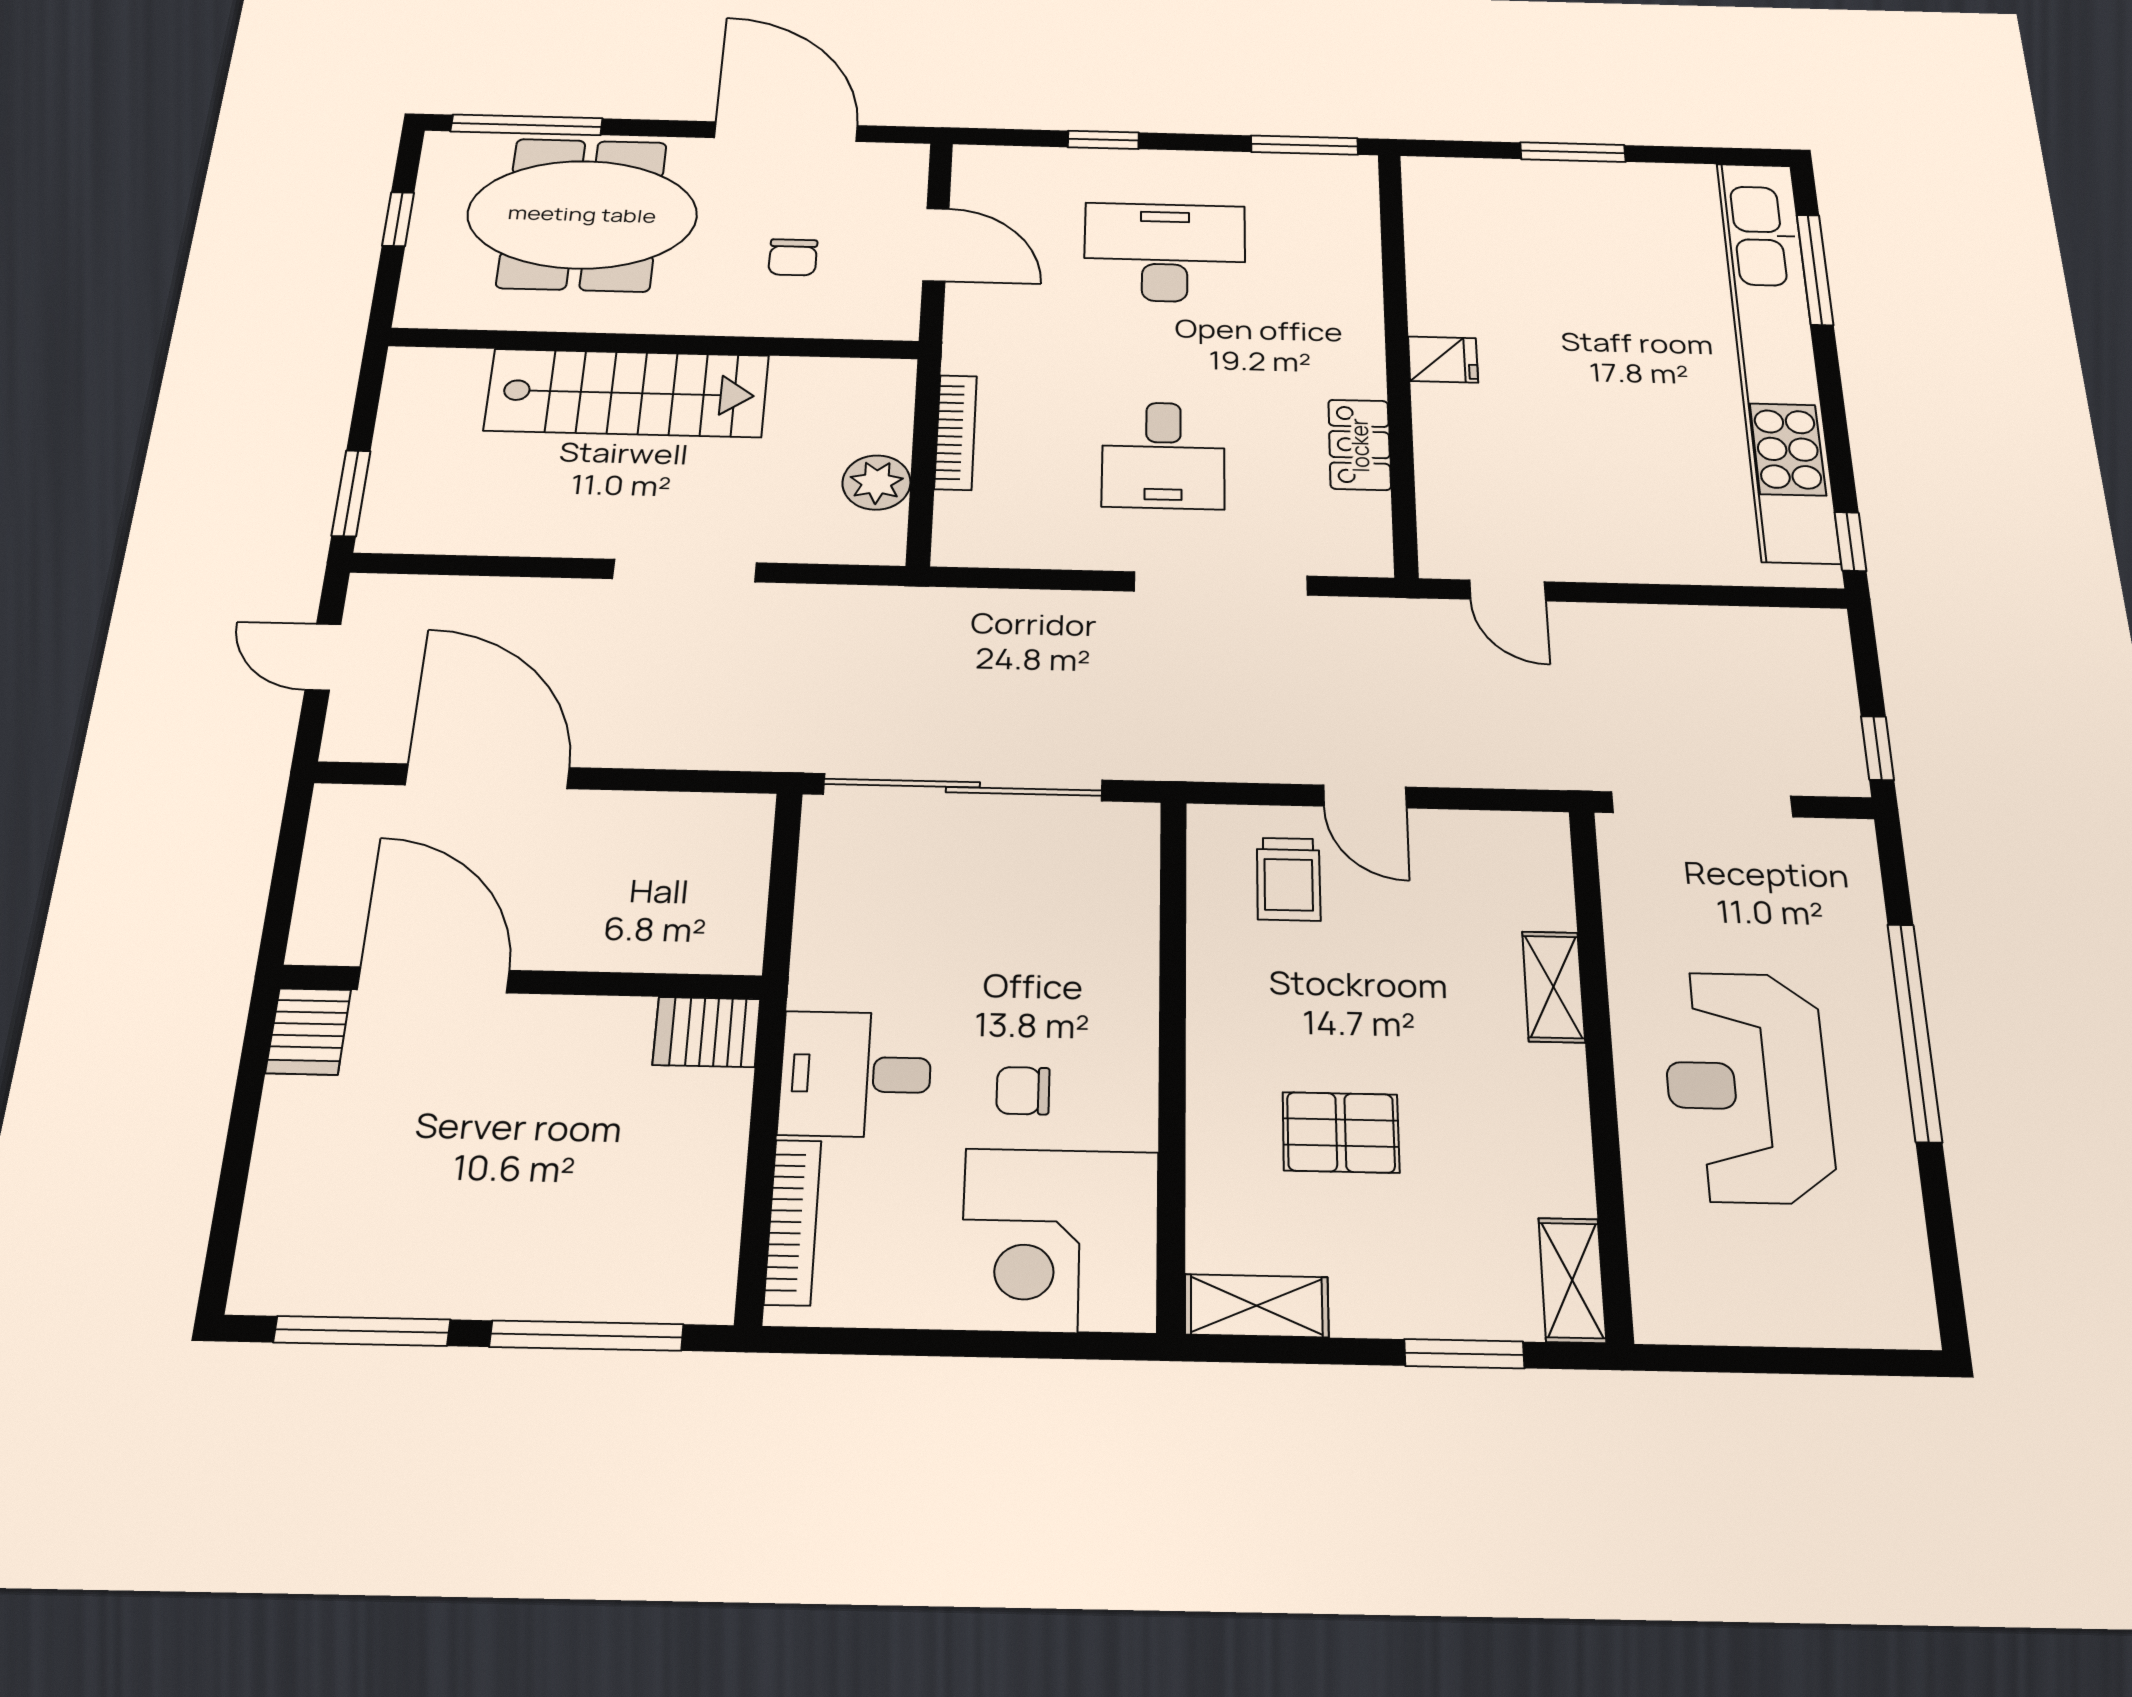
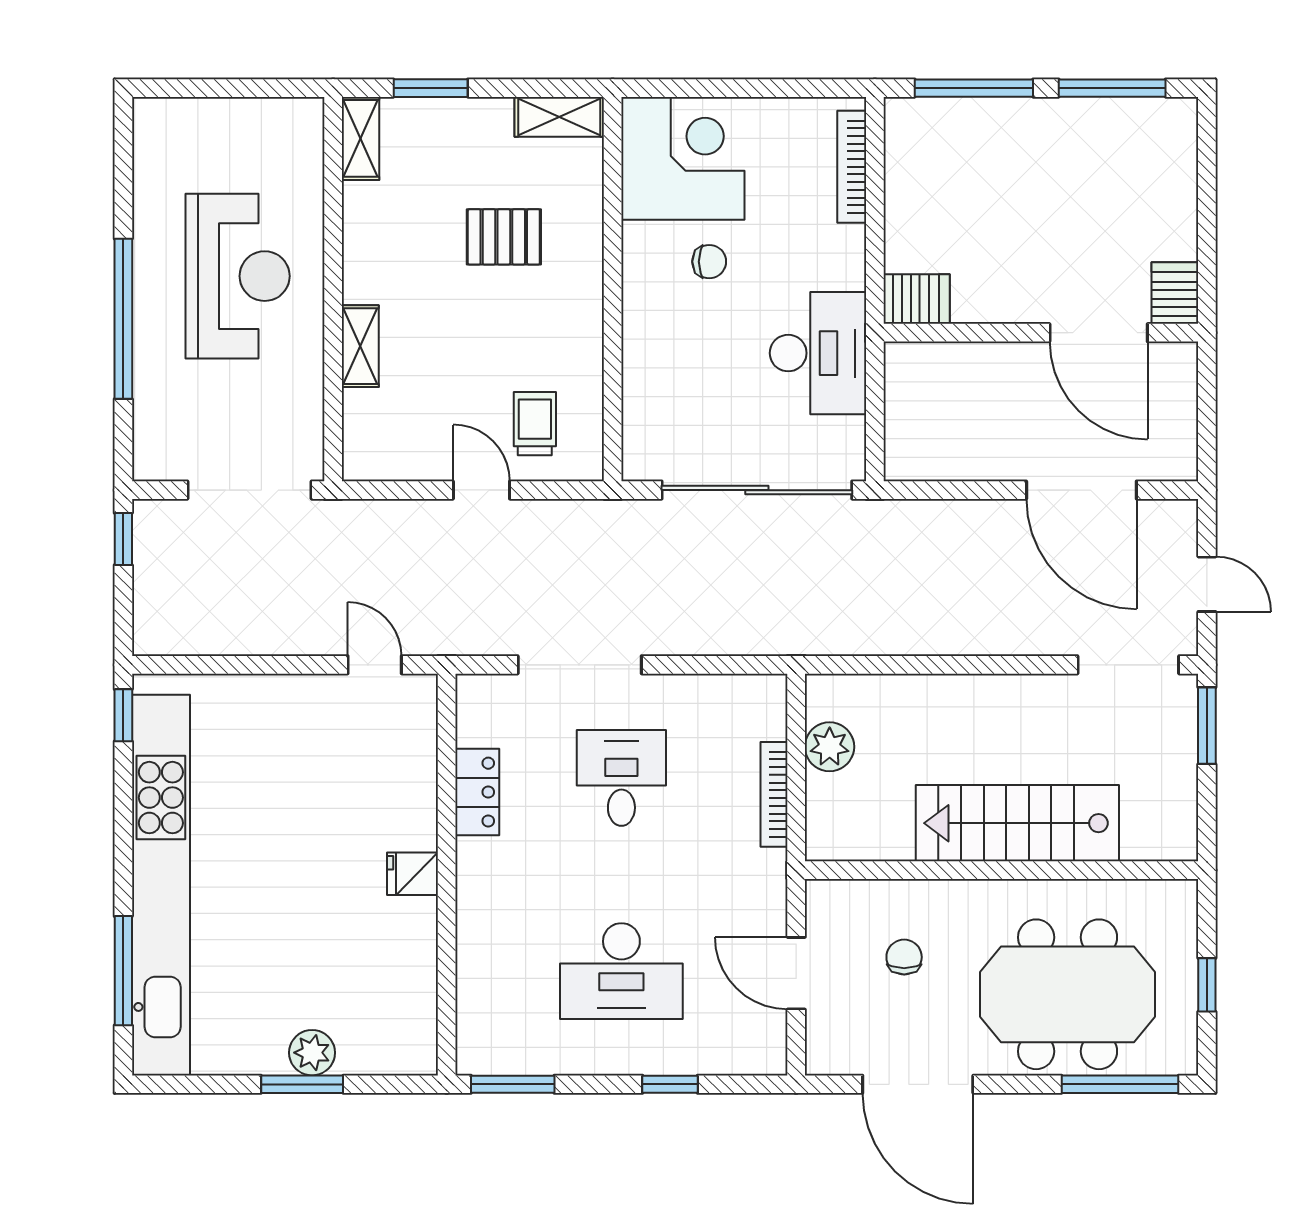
plant: (1563, 182) -> (312, 1053), added
doorway: (685, 571) -> (1128, 665), moved
desk: (856, 1074) -> (818, 353), moved, width x1.37

